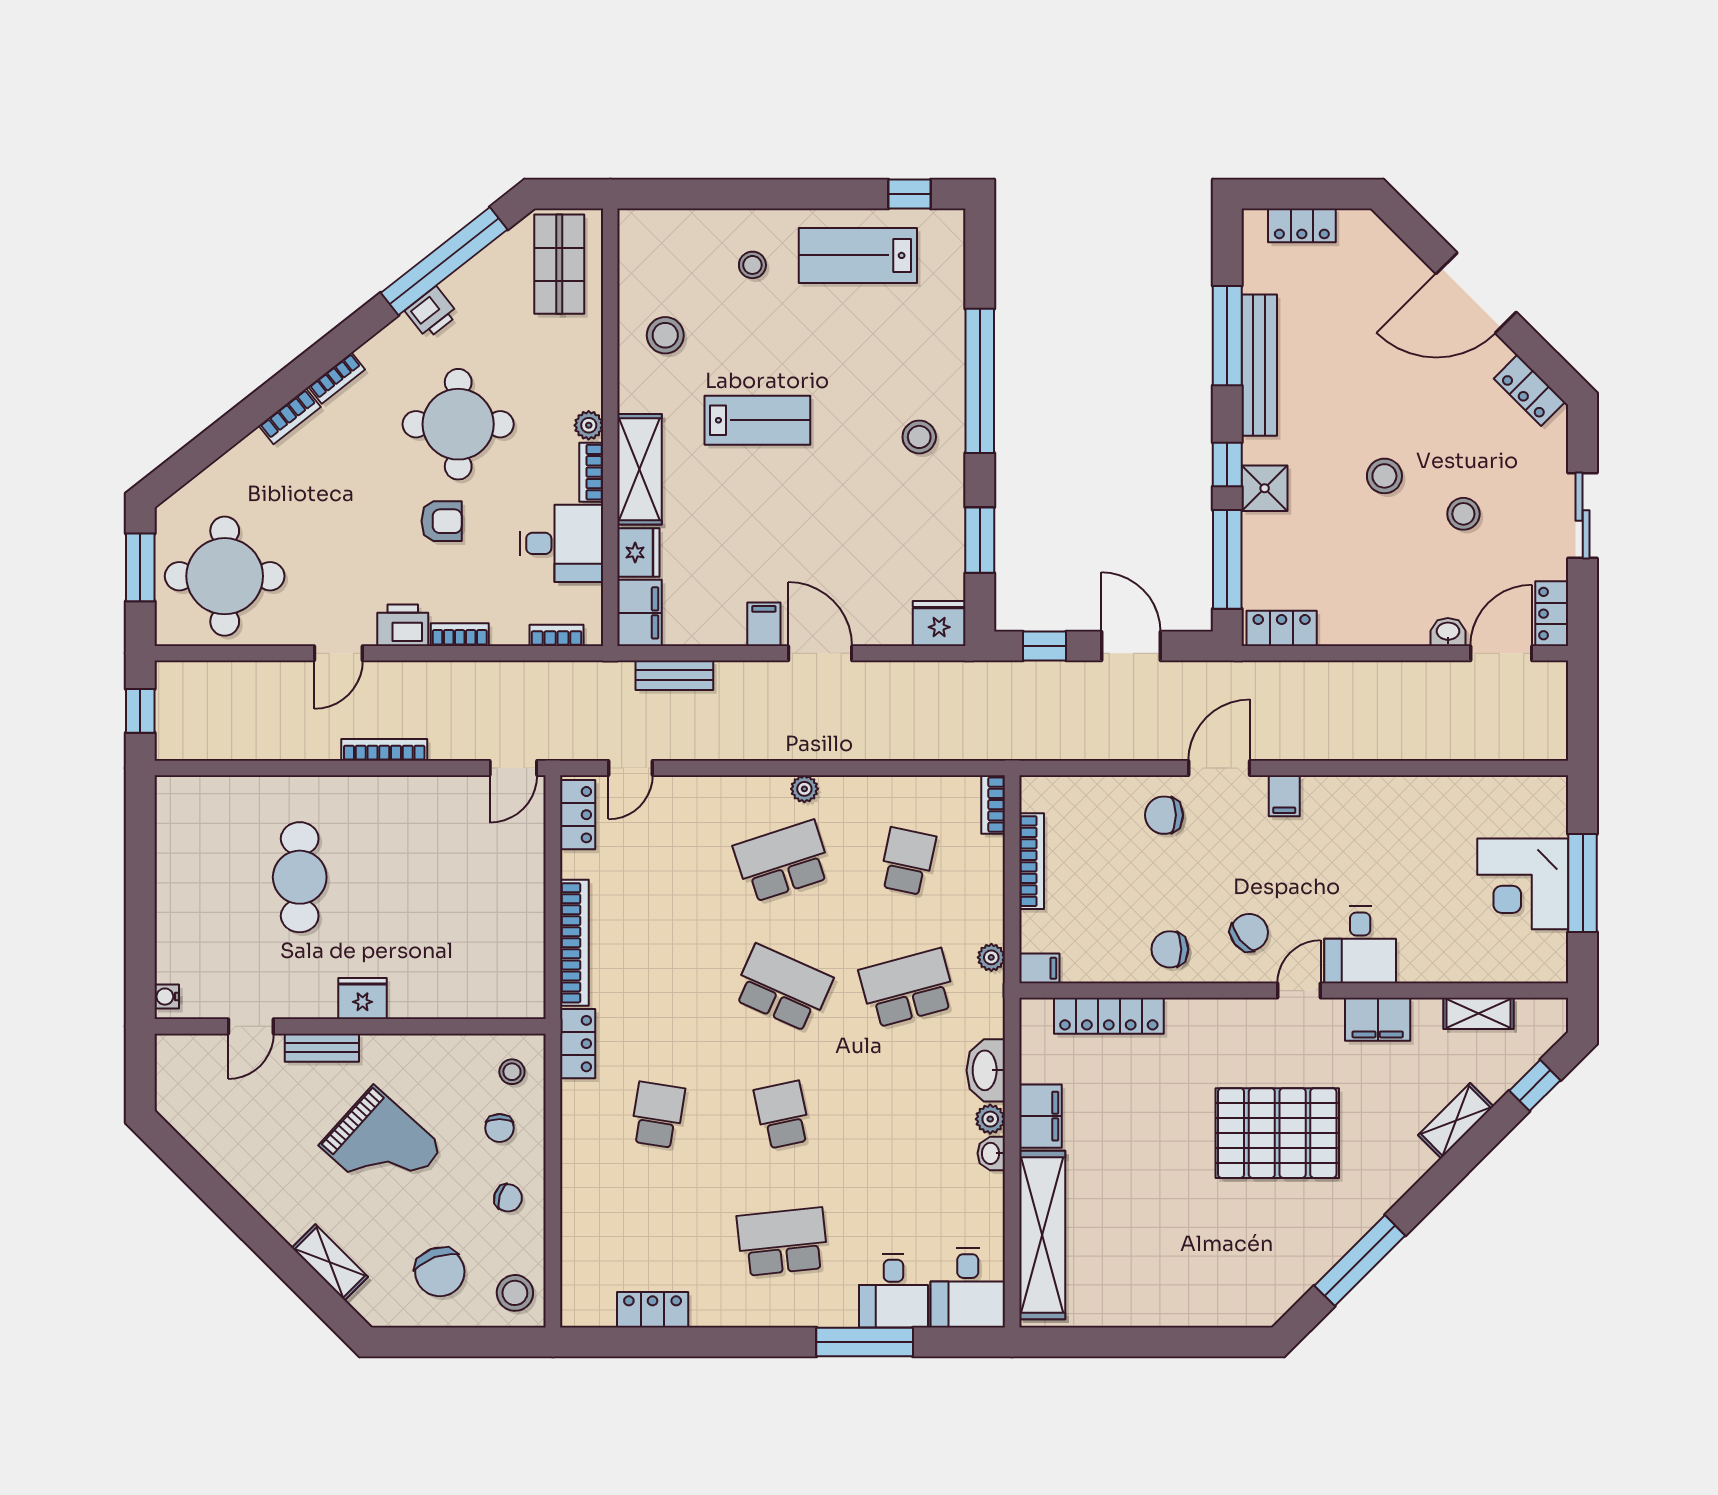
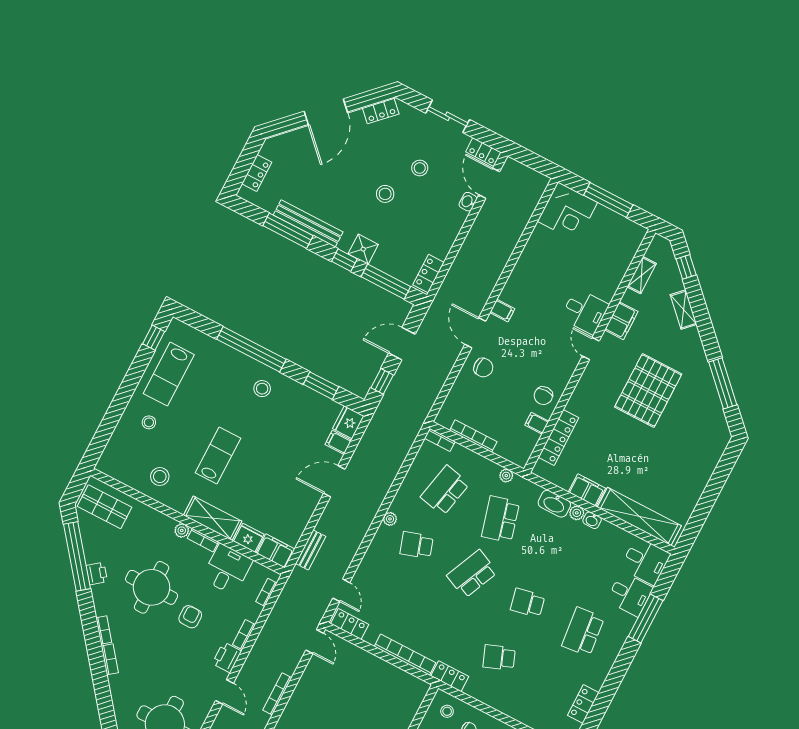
filing cabinet: (764, 624) -> (338, 442), moved
chair: (1164, 815) -> (483, 368), turned -90
school desk: (782, 861) -> (417, 545), width x0.54
school desk: (907, 861) -> (445, 490), width x1.85
corner desk: (1523, 884) -> (567, 212), moved
chair: (1249, 932) -> (554, 357), removed
filing cabinet: (1039, 968) -> (537, 423), moved, turned -90
school desk: (658, 1115) -> (499, 657), turned -30

